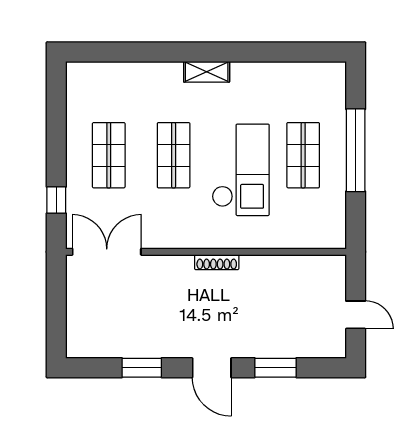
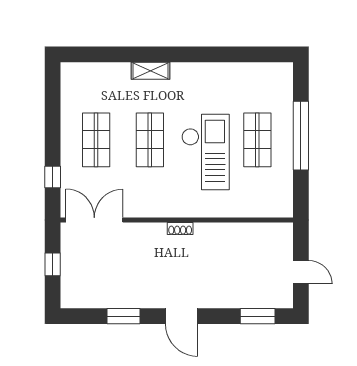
shelving: (207, 72) -> (151, 71), moved
shoe rack: (217, 262) -> (180, 228), width x0.70
window: (56, 306) -> (53, 264), added
window: (275, 368) -> (258, 316), moved

